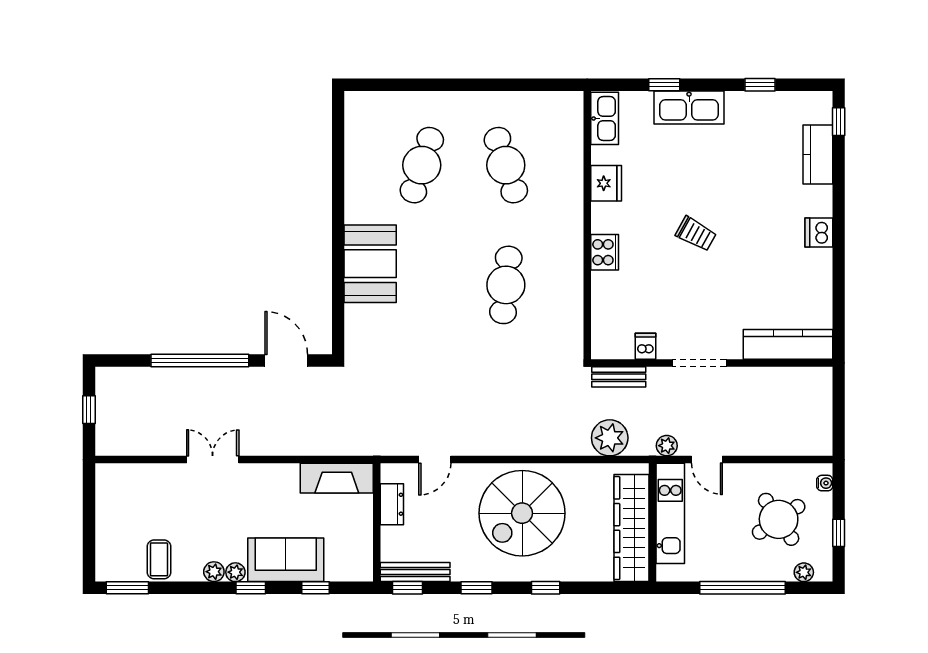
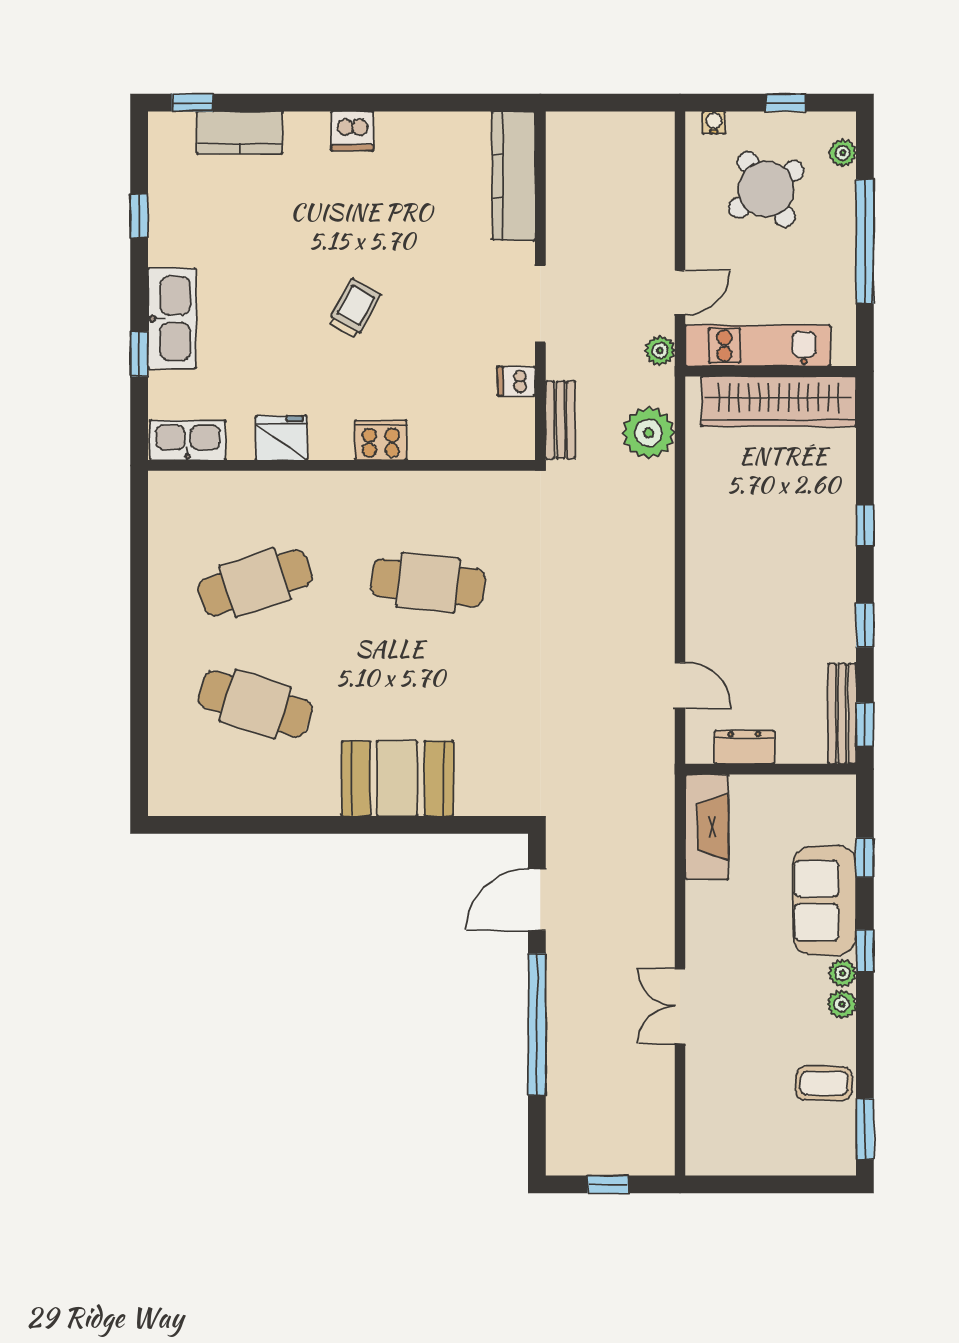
spiral stairs: (522, 513) -> (757, 559), removed

